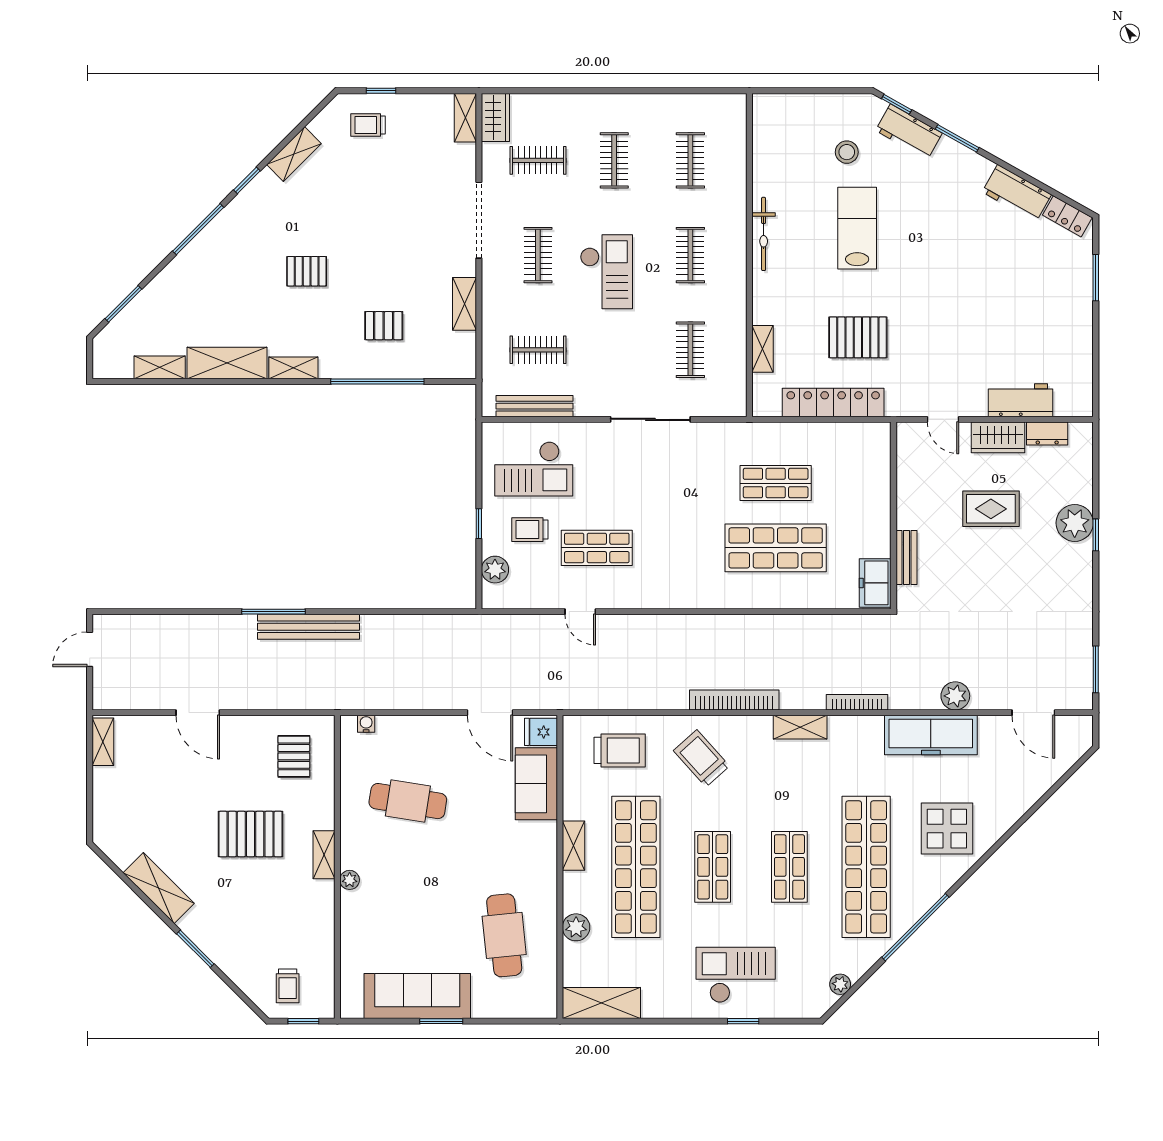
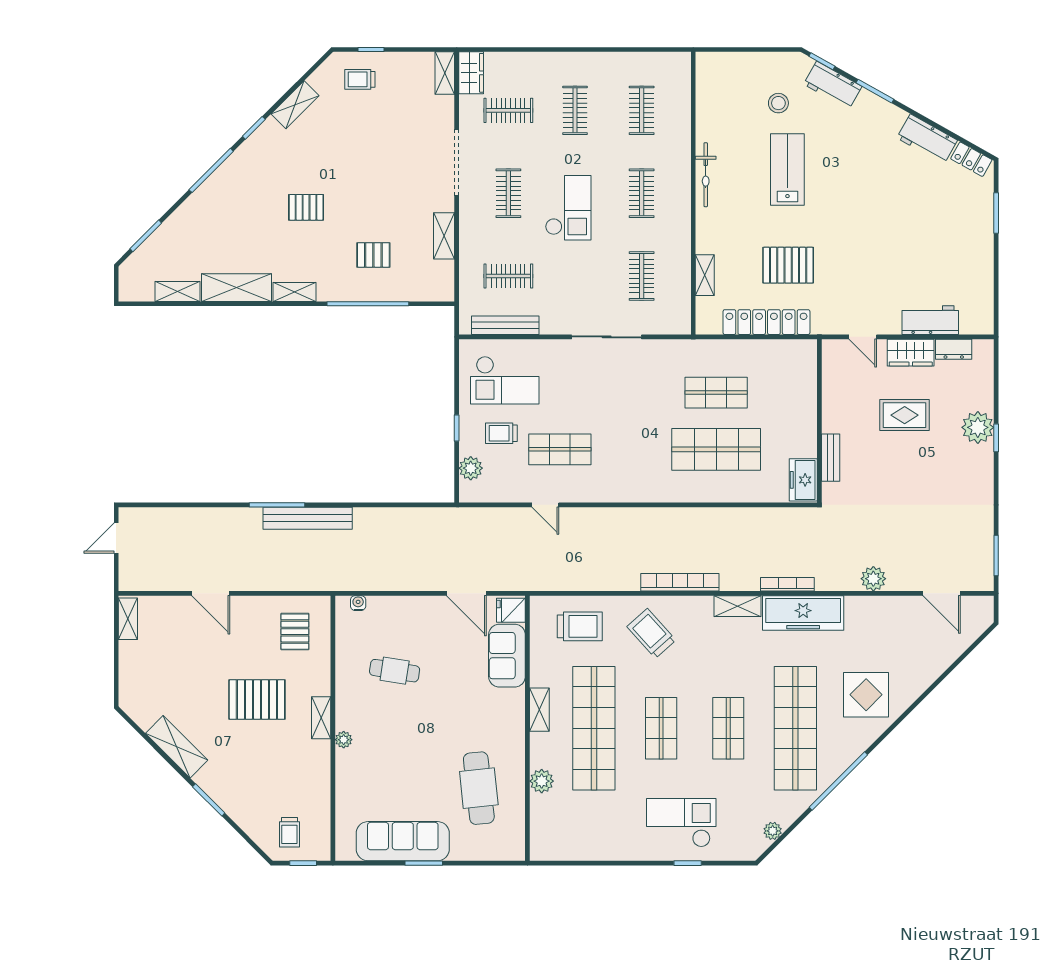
freezer: (931, 735) -> (803, 613), moved
cafe table: (408, 801) -> (395, 671), width x0.73, depth x0.74
shelving: (601, 1003) -> (564, 847), removed

